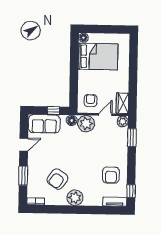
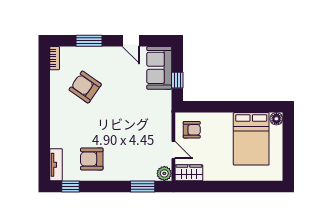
floor lamp: (72, 120) -> (165, 105), removed
plant: (86, 124) -> (160, 124), removed
plant: (75, 198) -> (60, 111), removed

